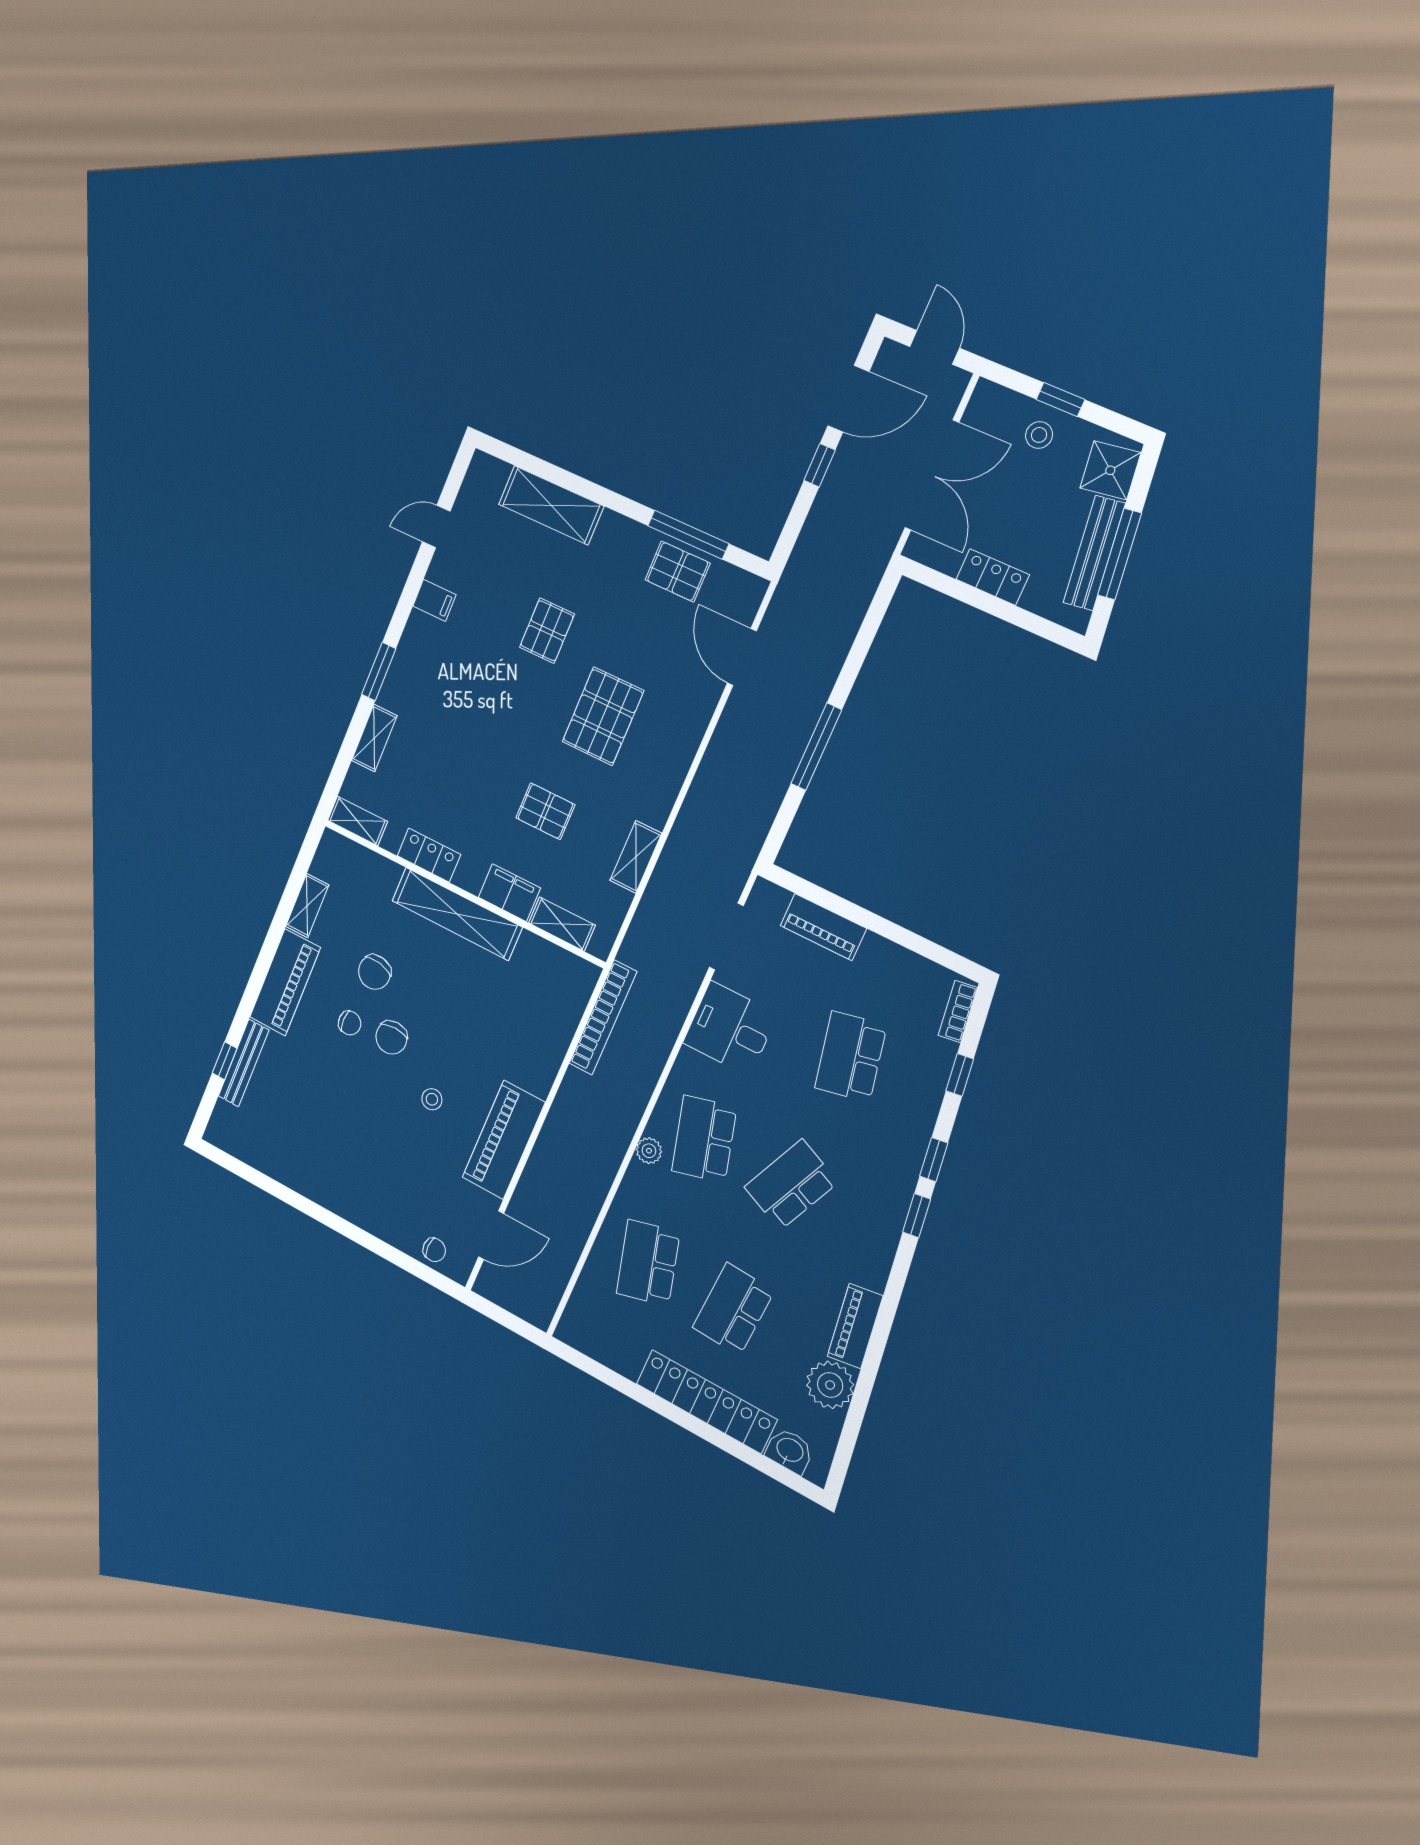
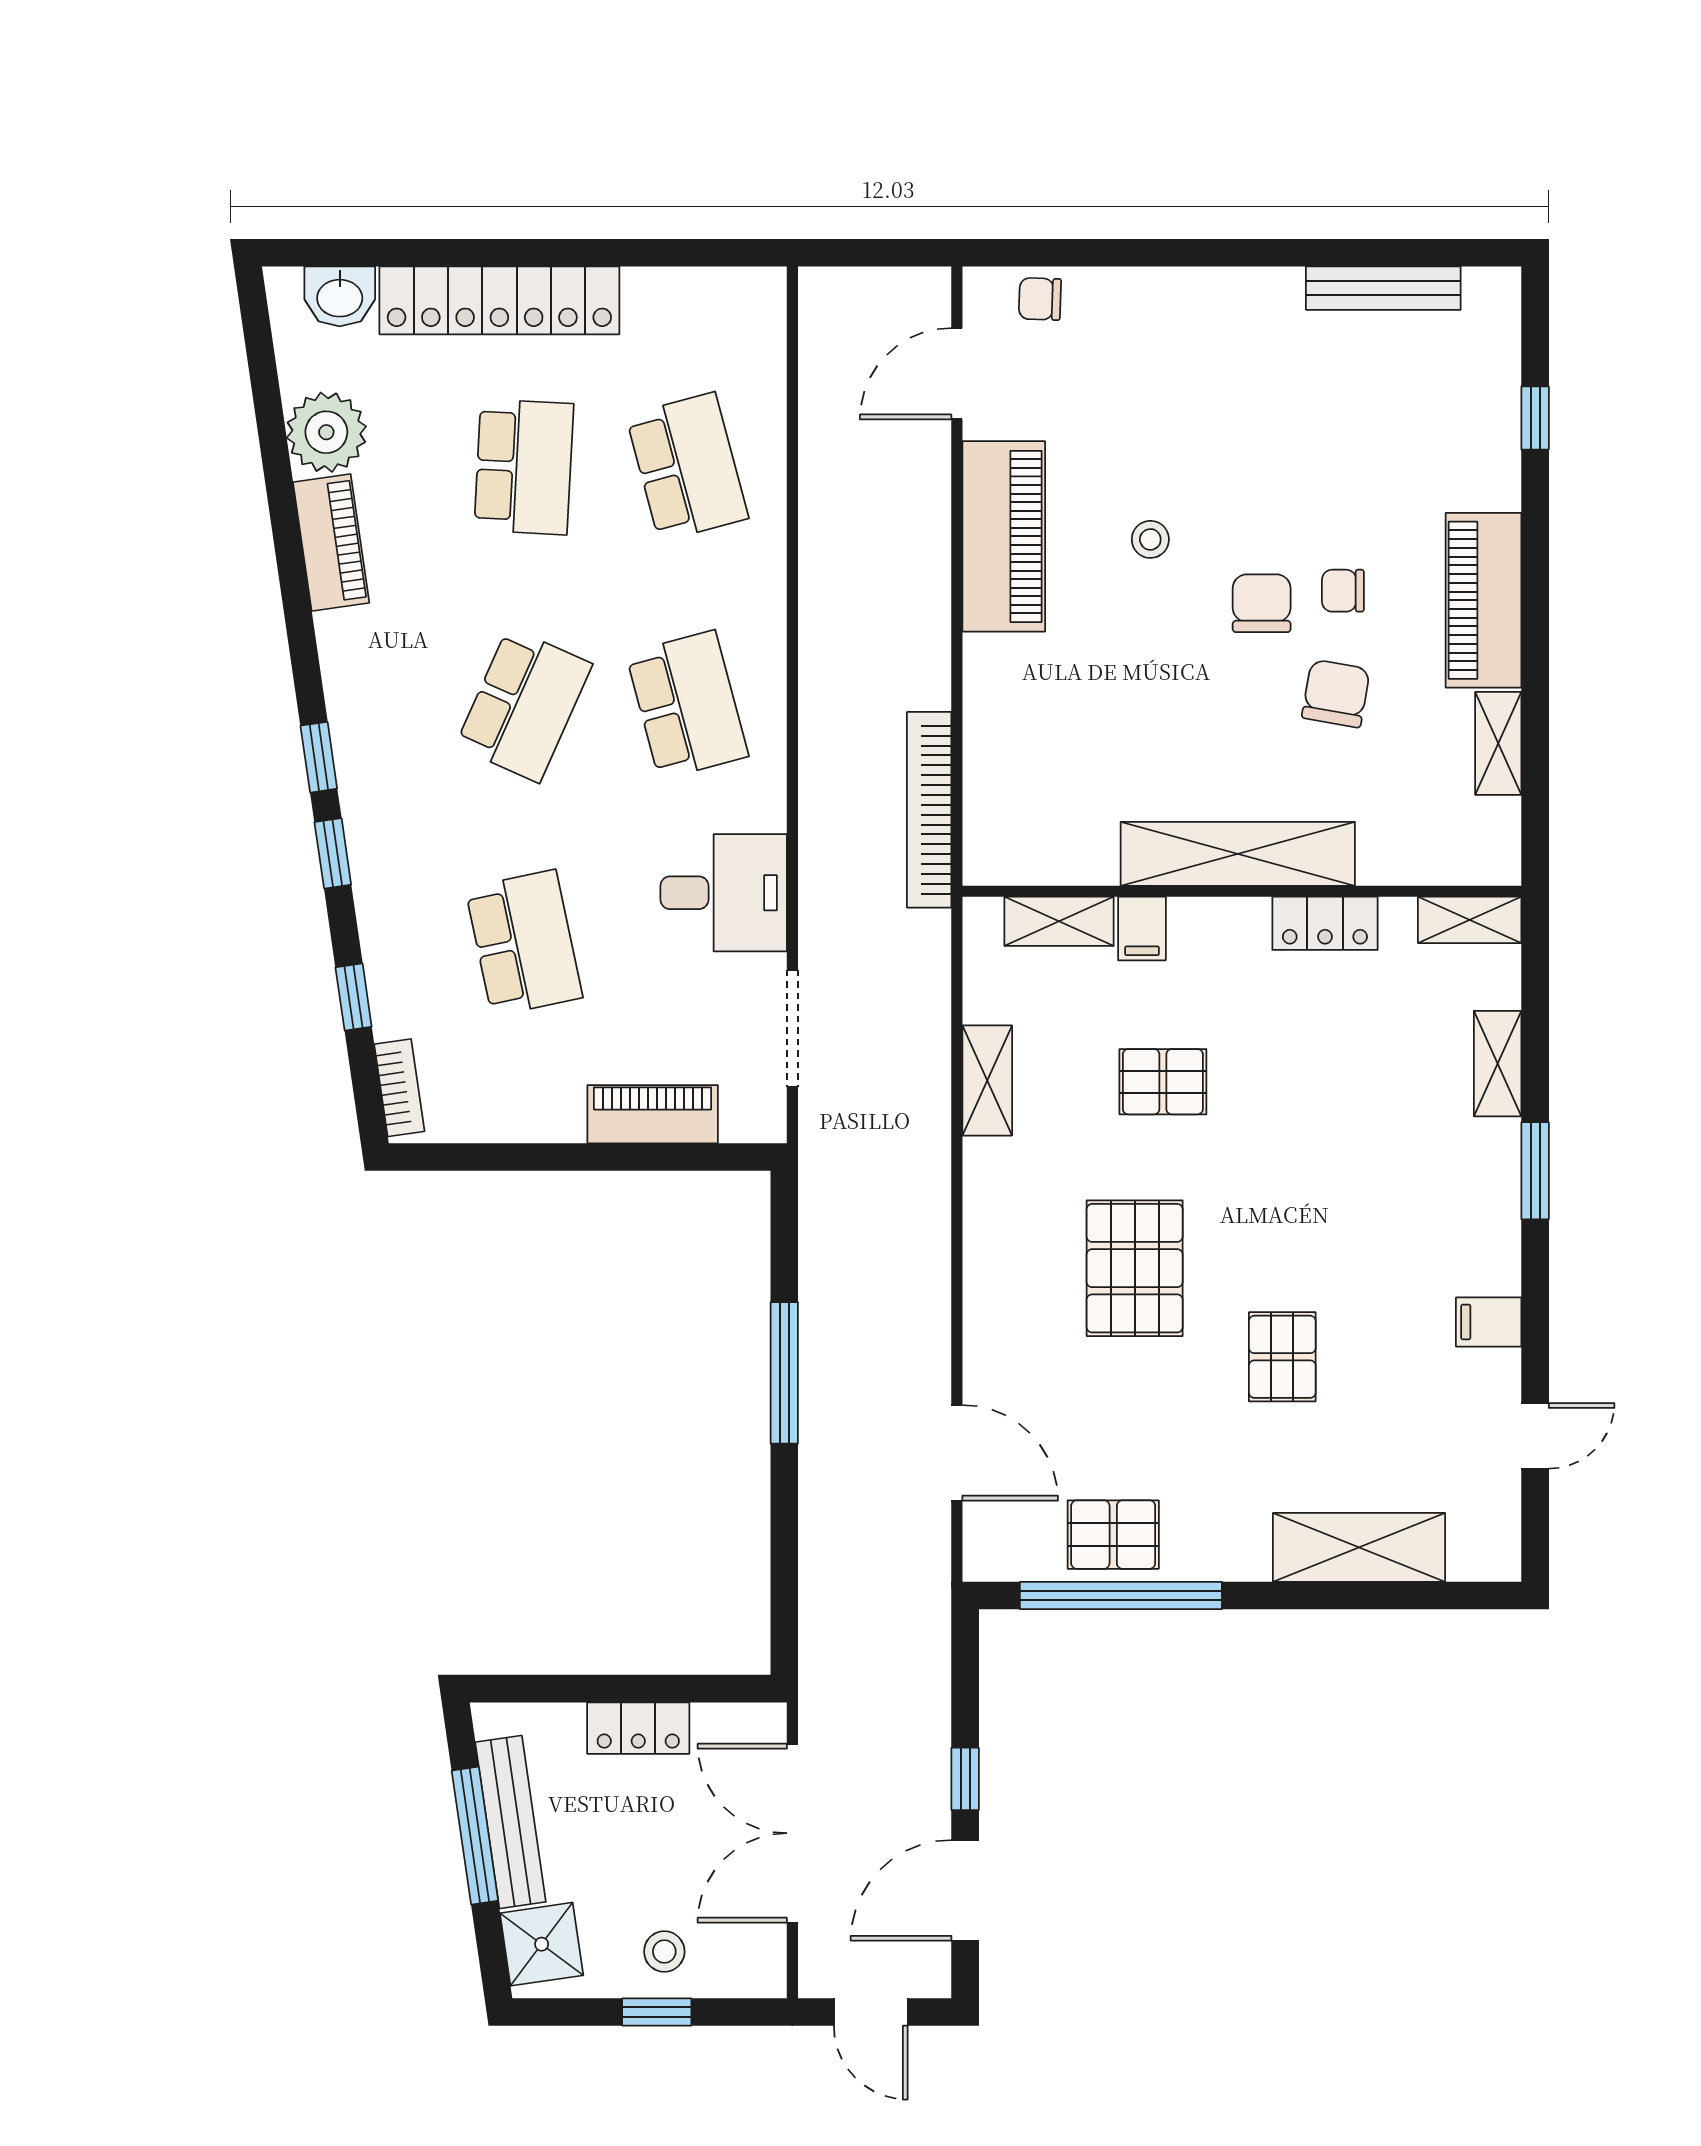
window: (688, 535) -> (1121, 1595), width x1.46
filing cabinet: (509, 893) -> (1142, 929), width x0.50
bench: (244, 1063) -> (1383, 288), moved, turned 90
plant: (649, 1151) -> (764, 642), removed

